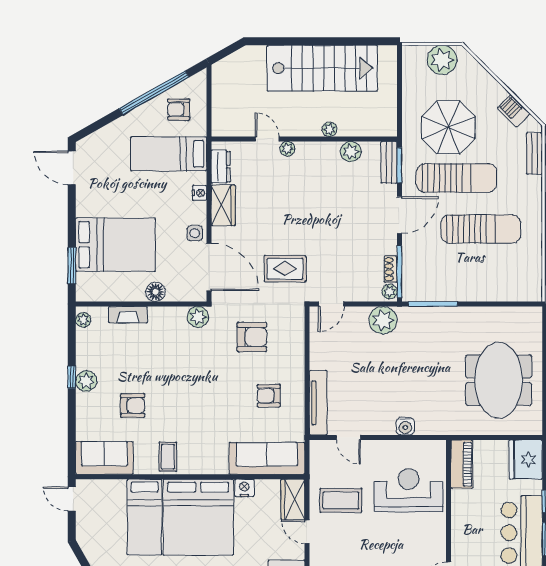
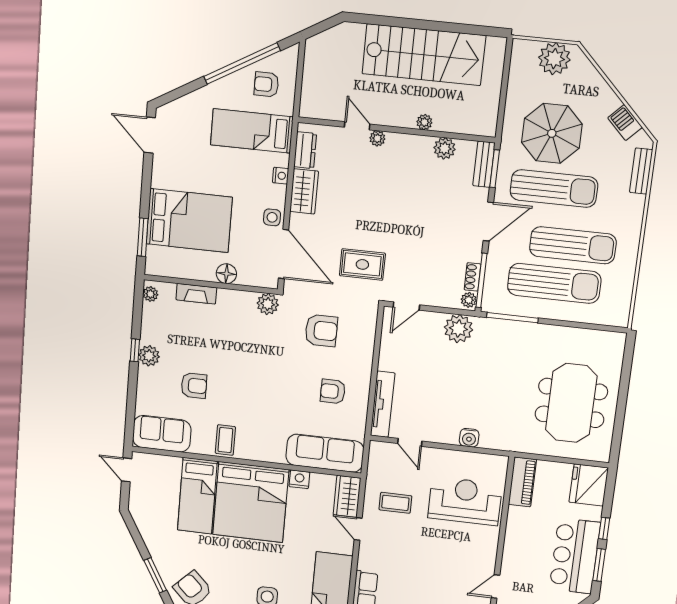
sun lounger: (468, 267) -> (554, 283), added
coffee table: (341, 500) -> (395, 503), width x0.73, depth x0.77

